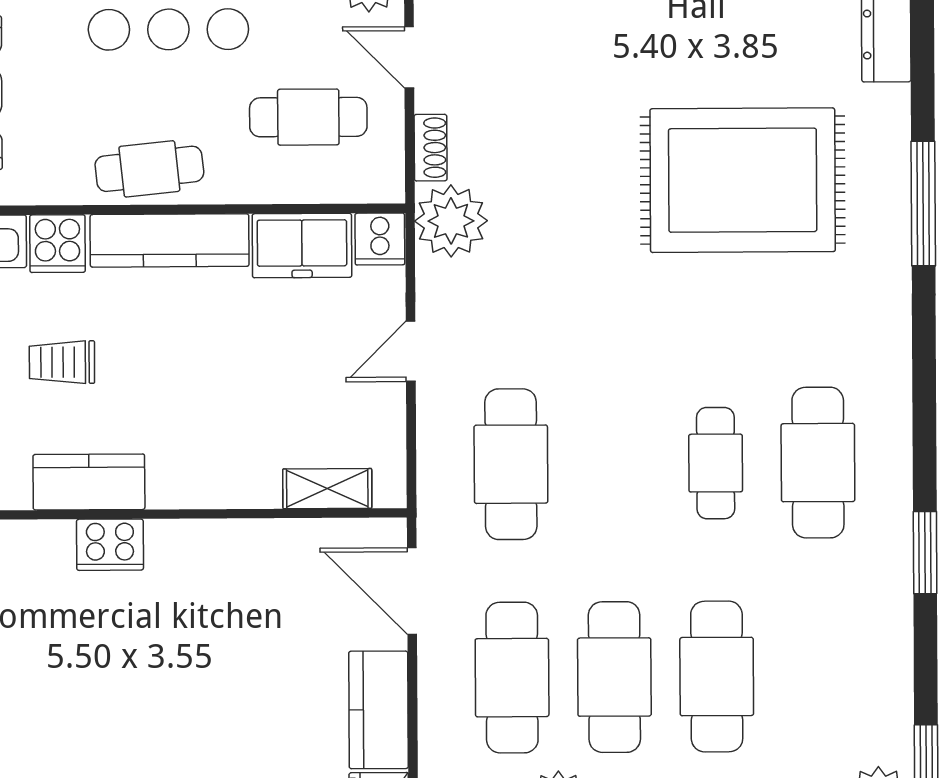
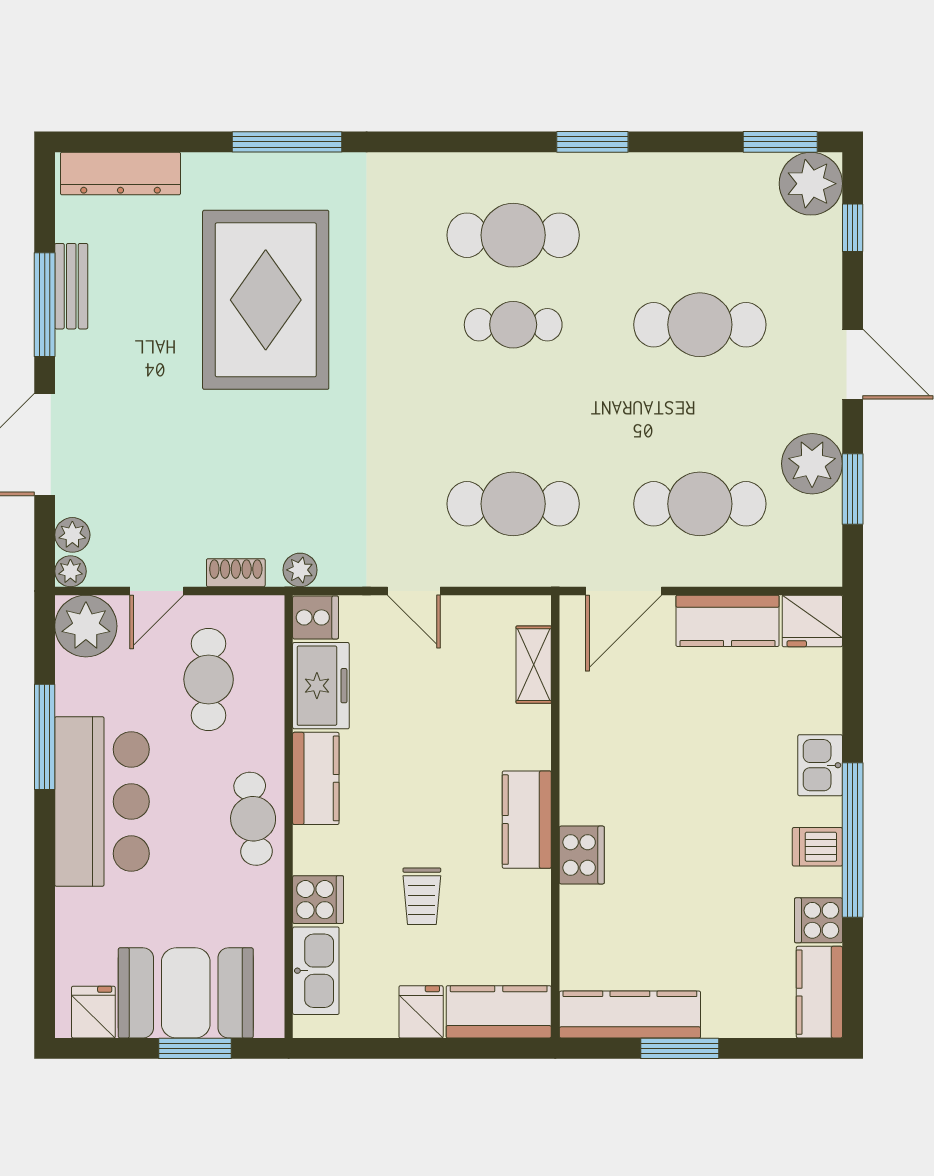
plant: (451, 221) -> (300, 570), width x0.53, depth x0.53
kitchen counter: (170, 240) -> (316, 778), width x0.67
kitchen counter: (89, 482) -> (527, 820), moved
cafe table: (614, 677) -> (700, 414), removed

